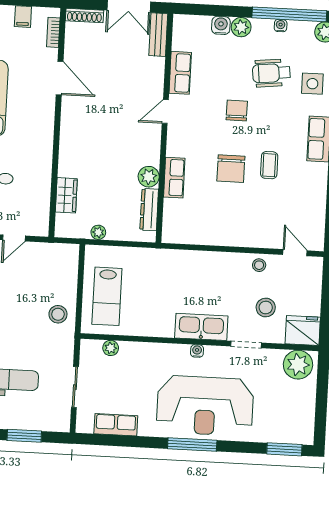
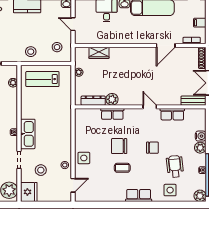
side table: (248, 231) -> (84, 158), added
stool: (52, 268) -> (57, 47), added

